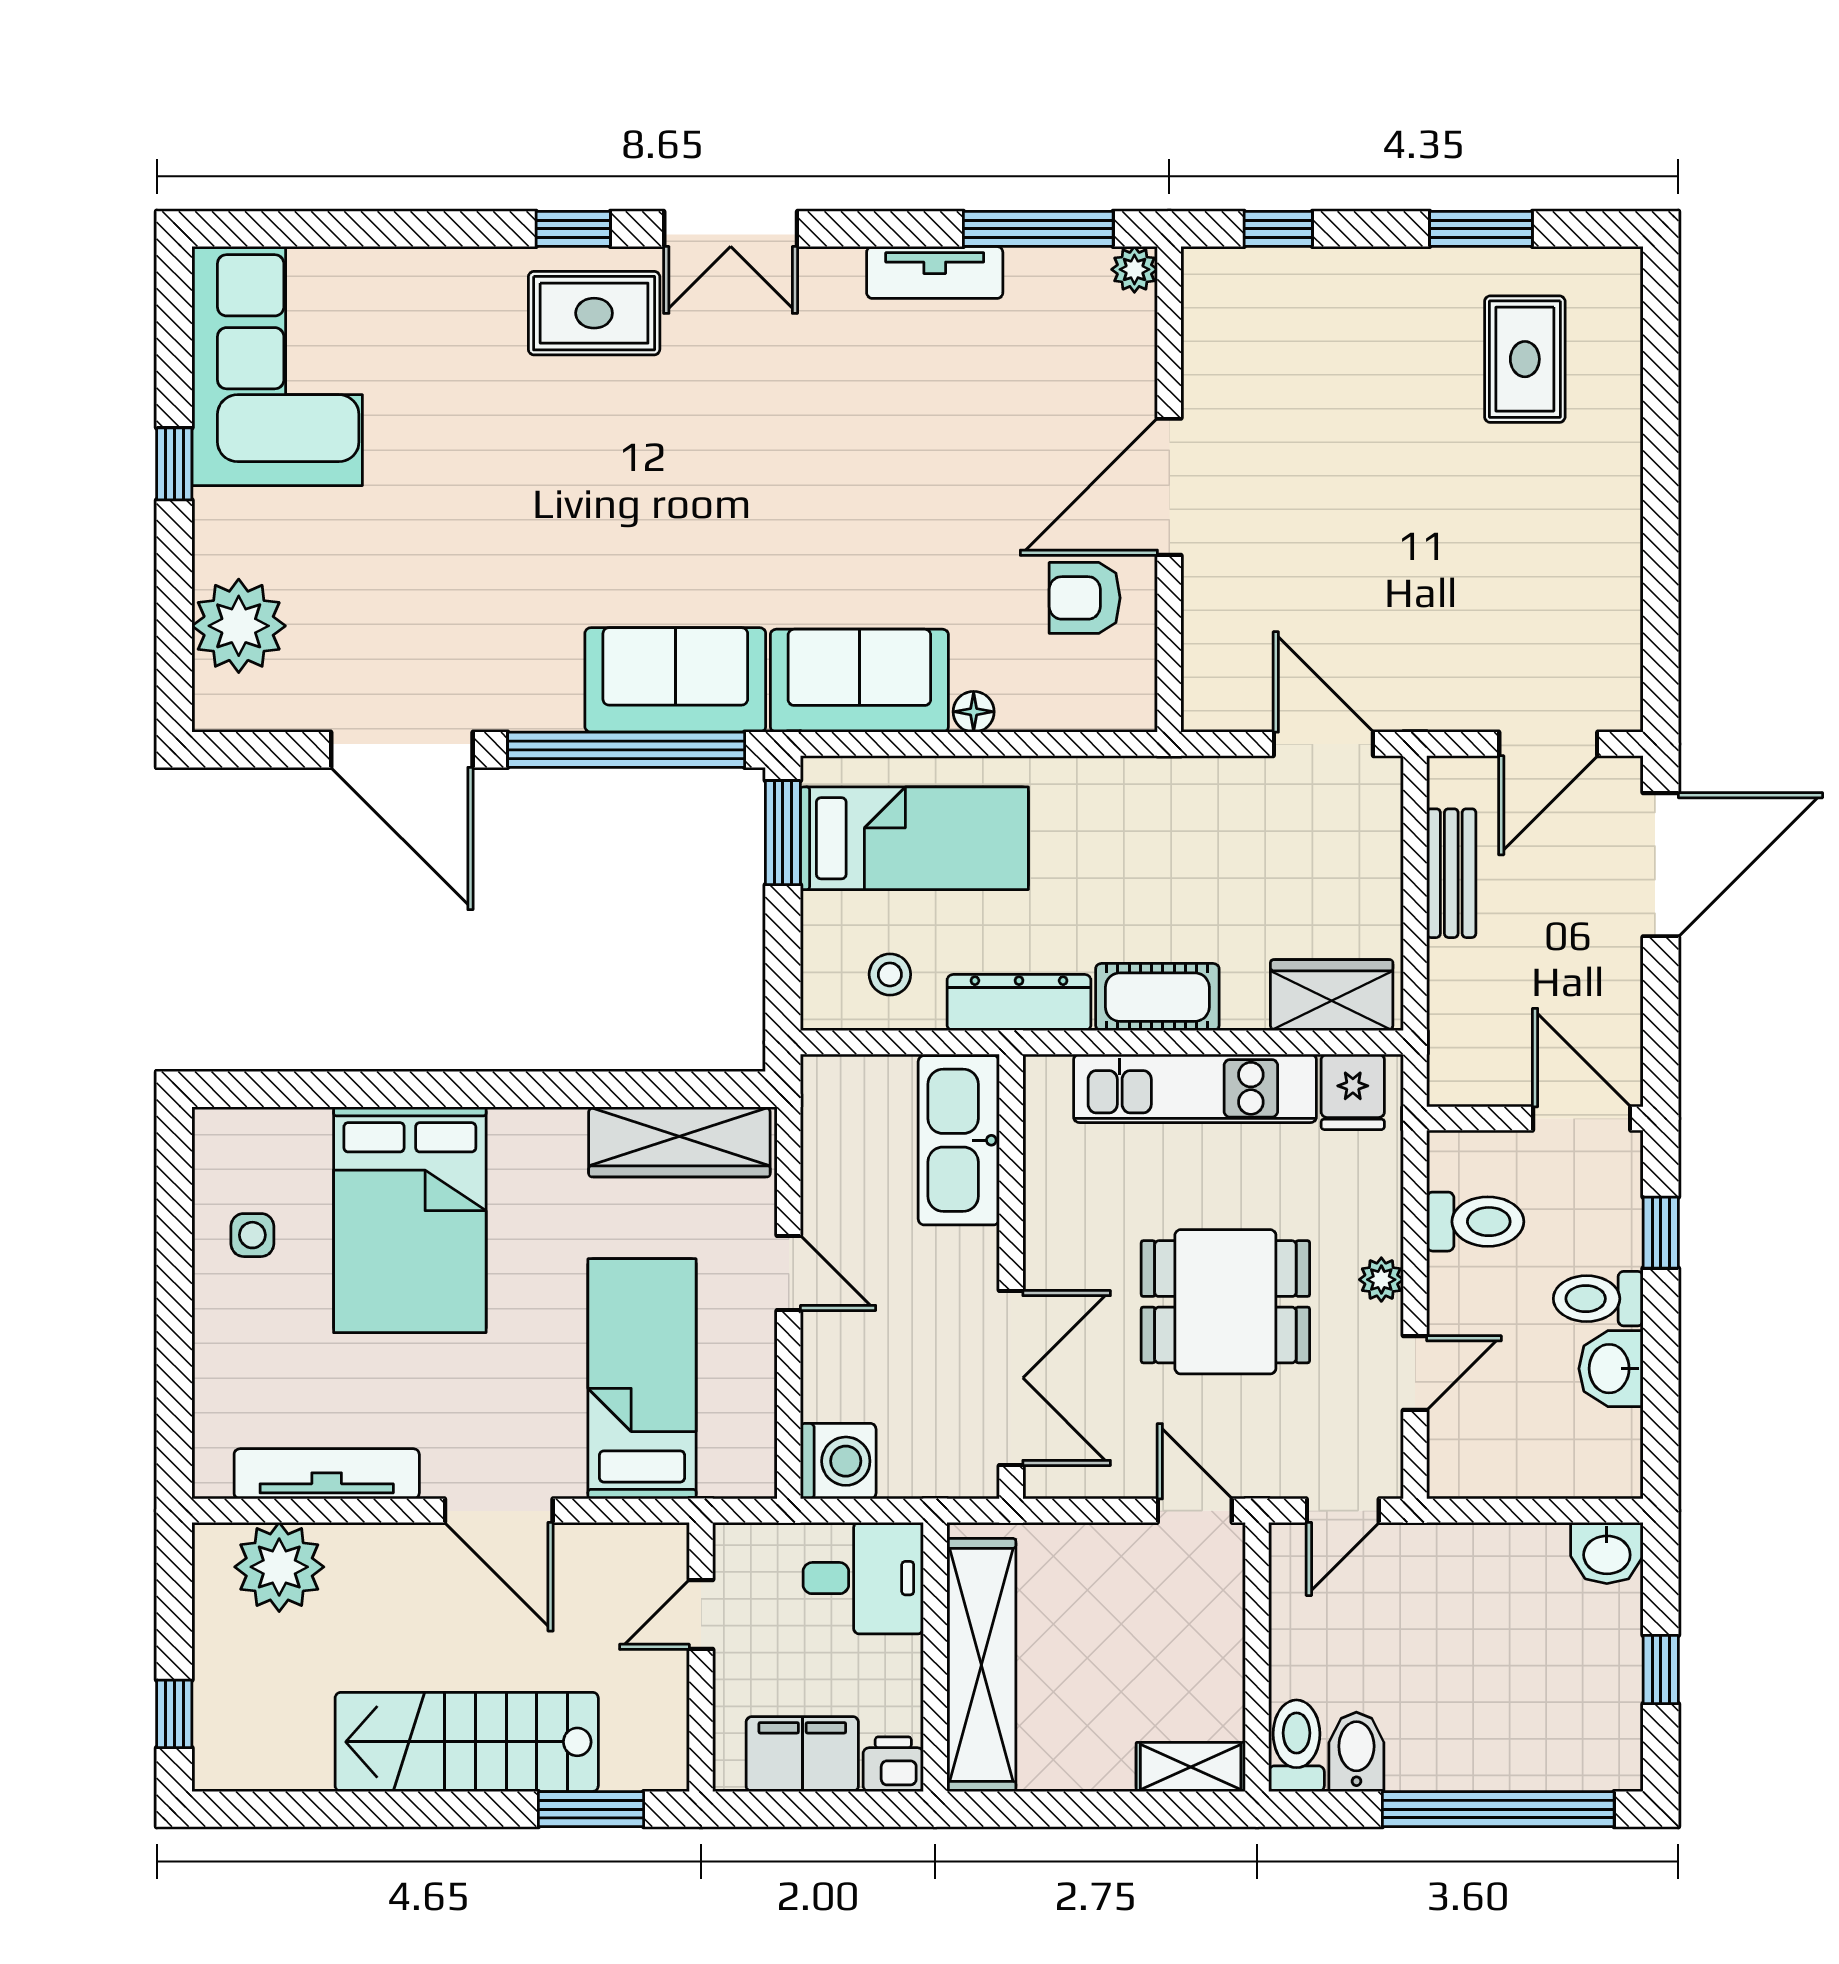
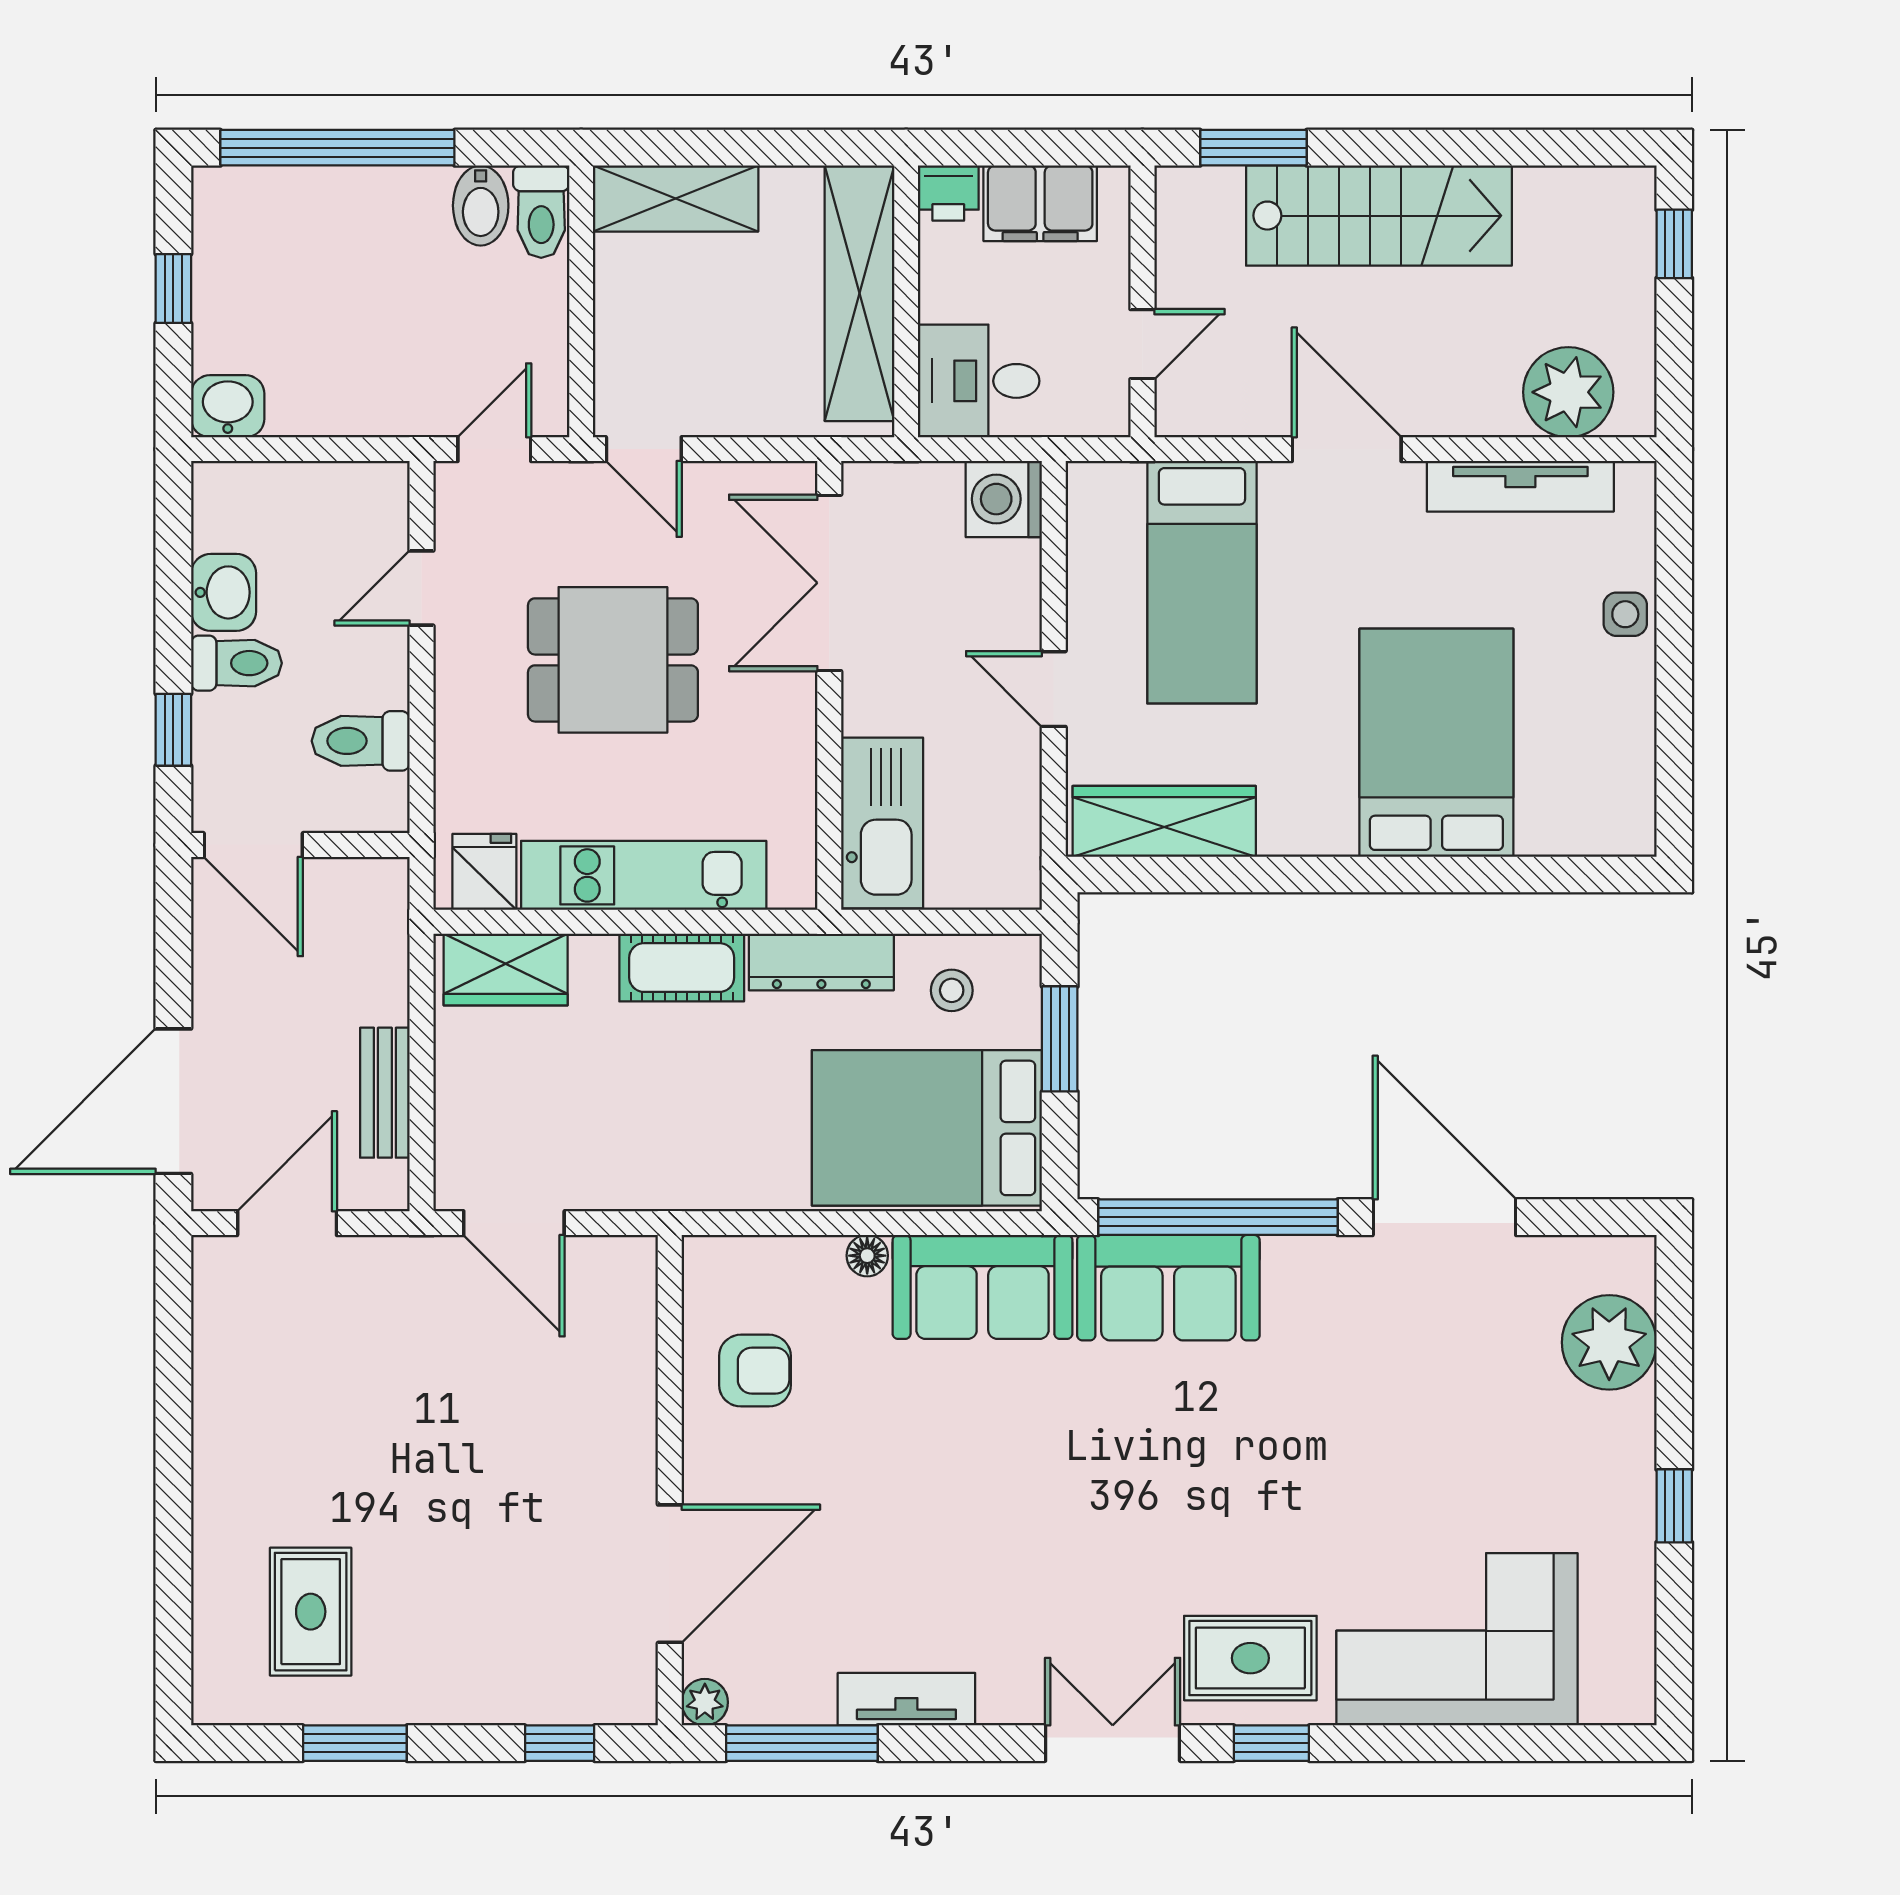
corner sofa: (277, 366) -> (1457, 1639), moved, turned 90
door: (1169, 487) -> (670, 1574), moved
window: (783, 833) -> (1060, 1039), moved
bed: (914, 838) -> (927, 1128), width x1.50
side table: (252, 1235) -> (1625, 614), moved
plant: (1381, 1280) -> (456, 682), removed
shelving: (1191, 1767) -> (676, 199), width x1.50, depth x1.33

